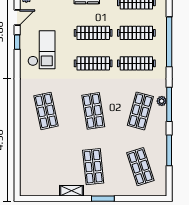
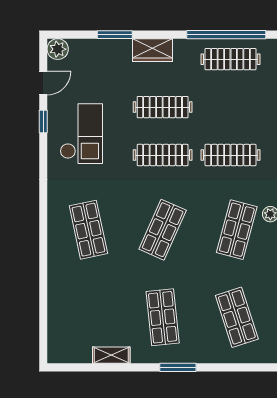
clothes rail: (136, 33) -> (230, 107), removed
shop shelf: (93, 111) -> (163, 230), turned 33
shelving: (72, 191) -> (111, 355), moved

